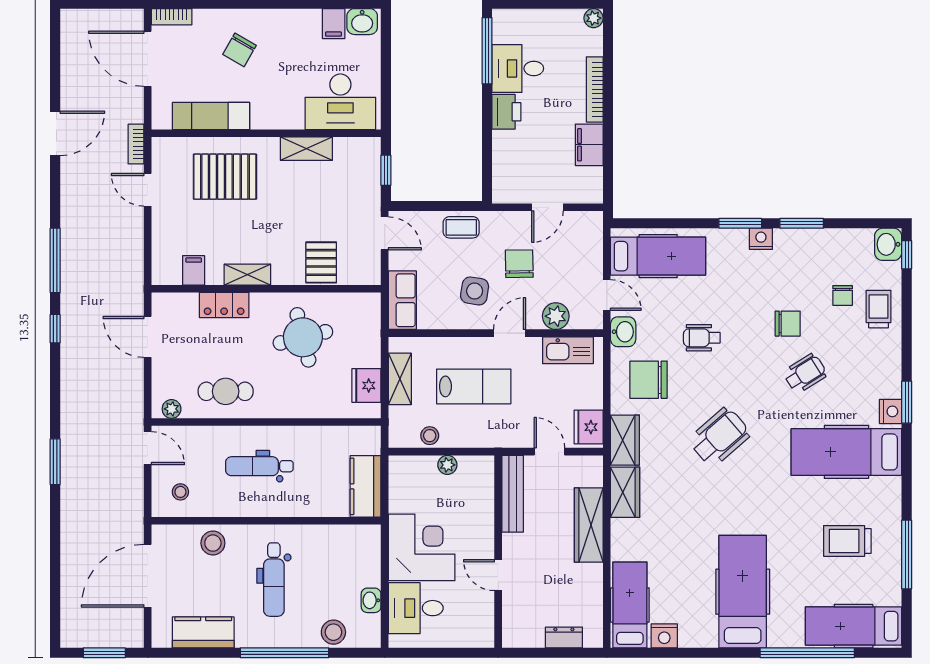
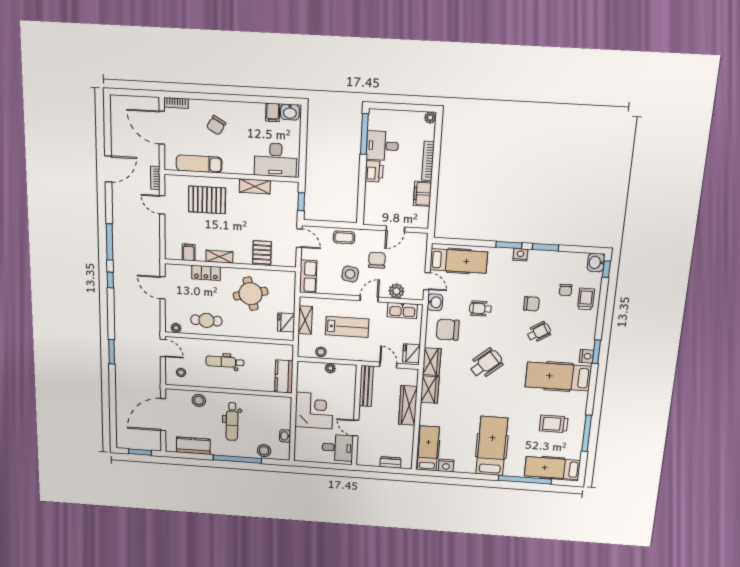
desk: (416, 608) -> (338, 448), moved, turned 180

